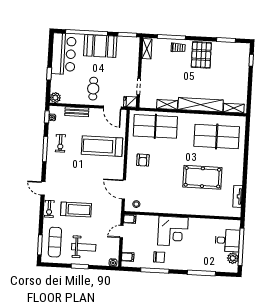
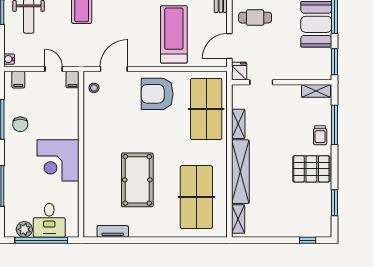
armchair: (143, 160) -> (157, 94), width x1.88, depth x1.88
corner desk: (173, 231) -> (58, 160), moved

